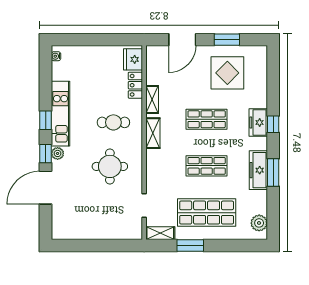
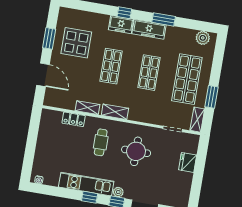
fridge: (133, 59) -> (188, 162), moved, turned 90
freezer: (258, 170) -> (149, 29), moved

